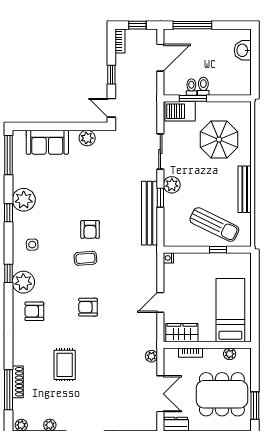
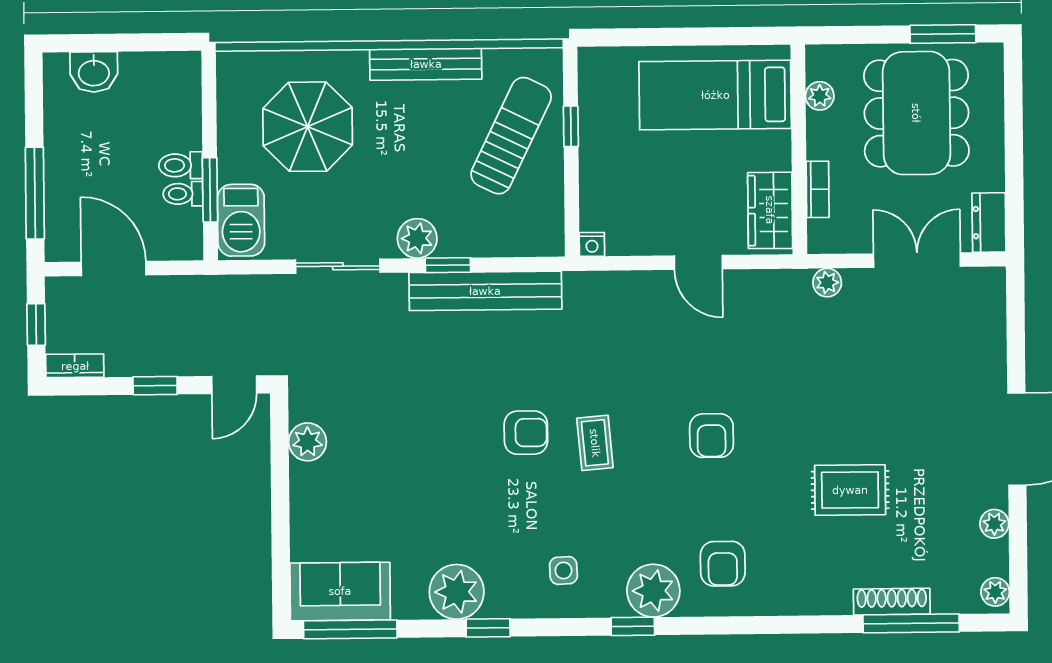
sofa: (47, 142) -> (340, 591), moved, turned -90

